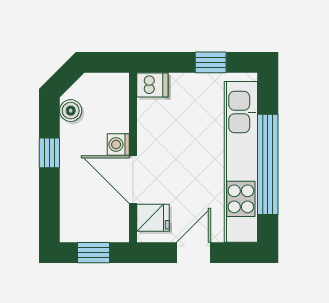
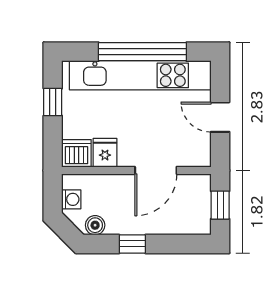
dishwasher: (152, 85) -> (77, 153), width x1.38
washing machine: (118, 144) -> (71, 199), moved, turned -90
fridge: (153, 218) -> (105, 153), moved

